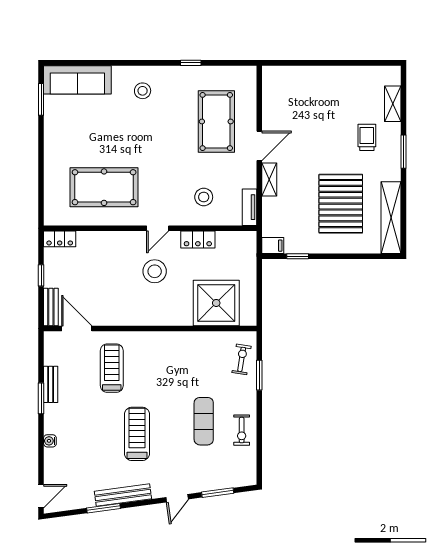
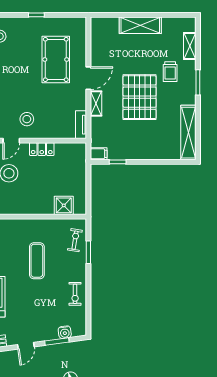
shelving: (327, 77) -> (140, 25), added
trolley: (367, 137) -> (170, 72), turned 180
stool: (204, 197) -> (27, 119), moved
pallet: (341, 204) -> (140, 97), moved
shower: (216, 303) -> (64, 205), width x0.54, depth x0.54
exercise mat: (204, 421) -> (37, 261), moved
water cooler: (228, 480) -> (65, 332), added

